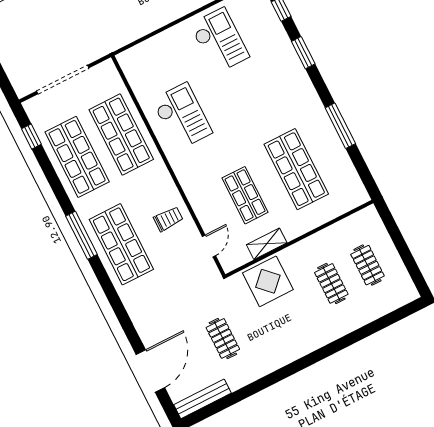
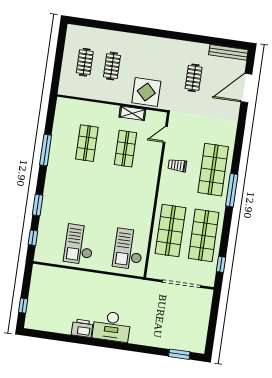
checkout: (182, 116) -> (129, 249), moved
shop shelf: (296, 169) -> (87, 143), width x0.70, depth x0.74

